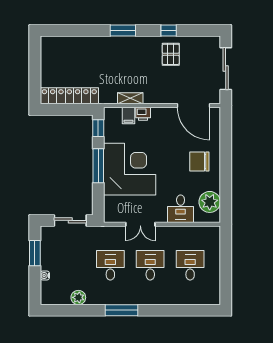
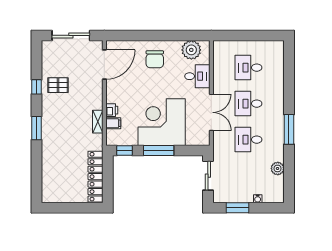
double door: (140, 224) -> (211, 112), width x1.37

